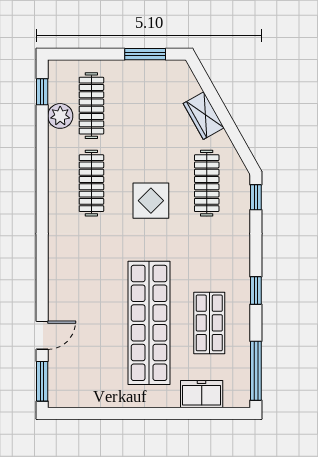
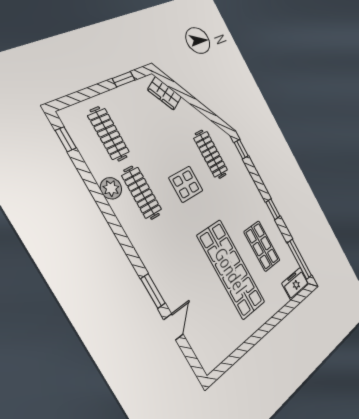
window: (145, 54) -> (124, 79), width x0.67
plant: (60, 116) -> (111, 188), moved
wardrobe: (204, 116) -> (165, 93), moved
window: (42, 381) -> (153, 291), moved
freezer: (202, 394) -> (296, 284), moved

